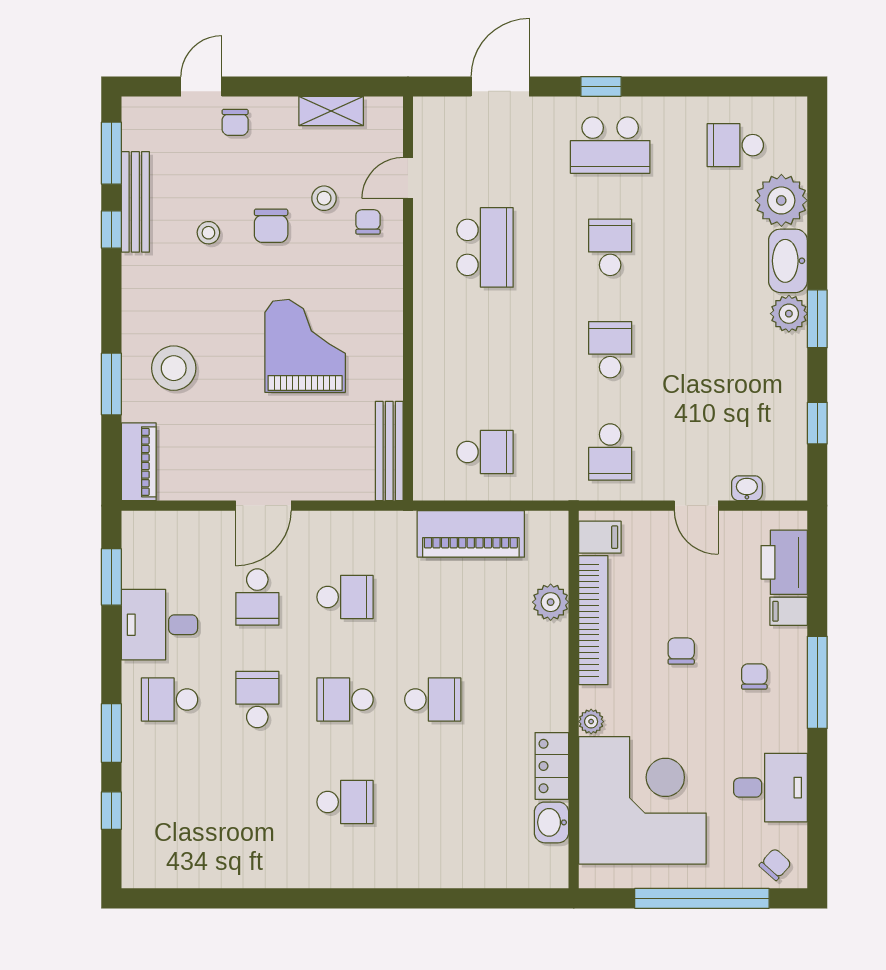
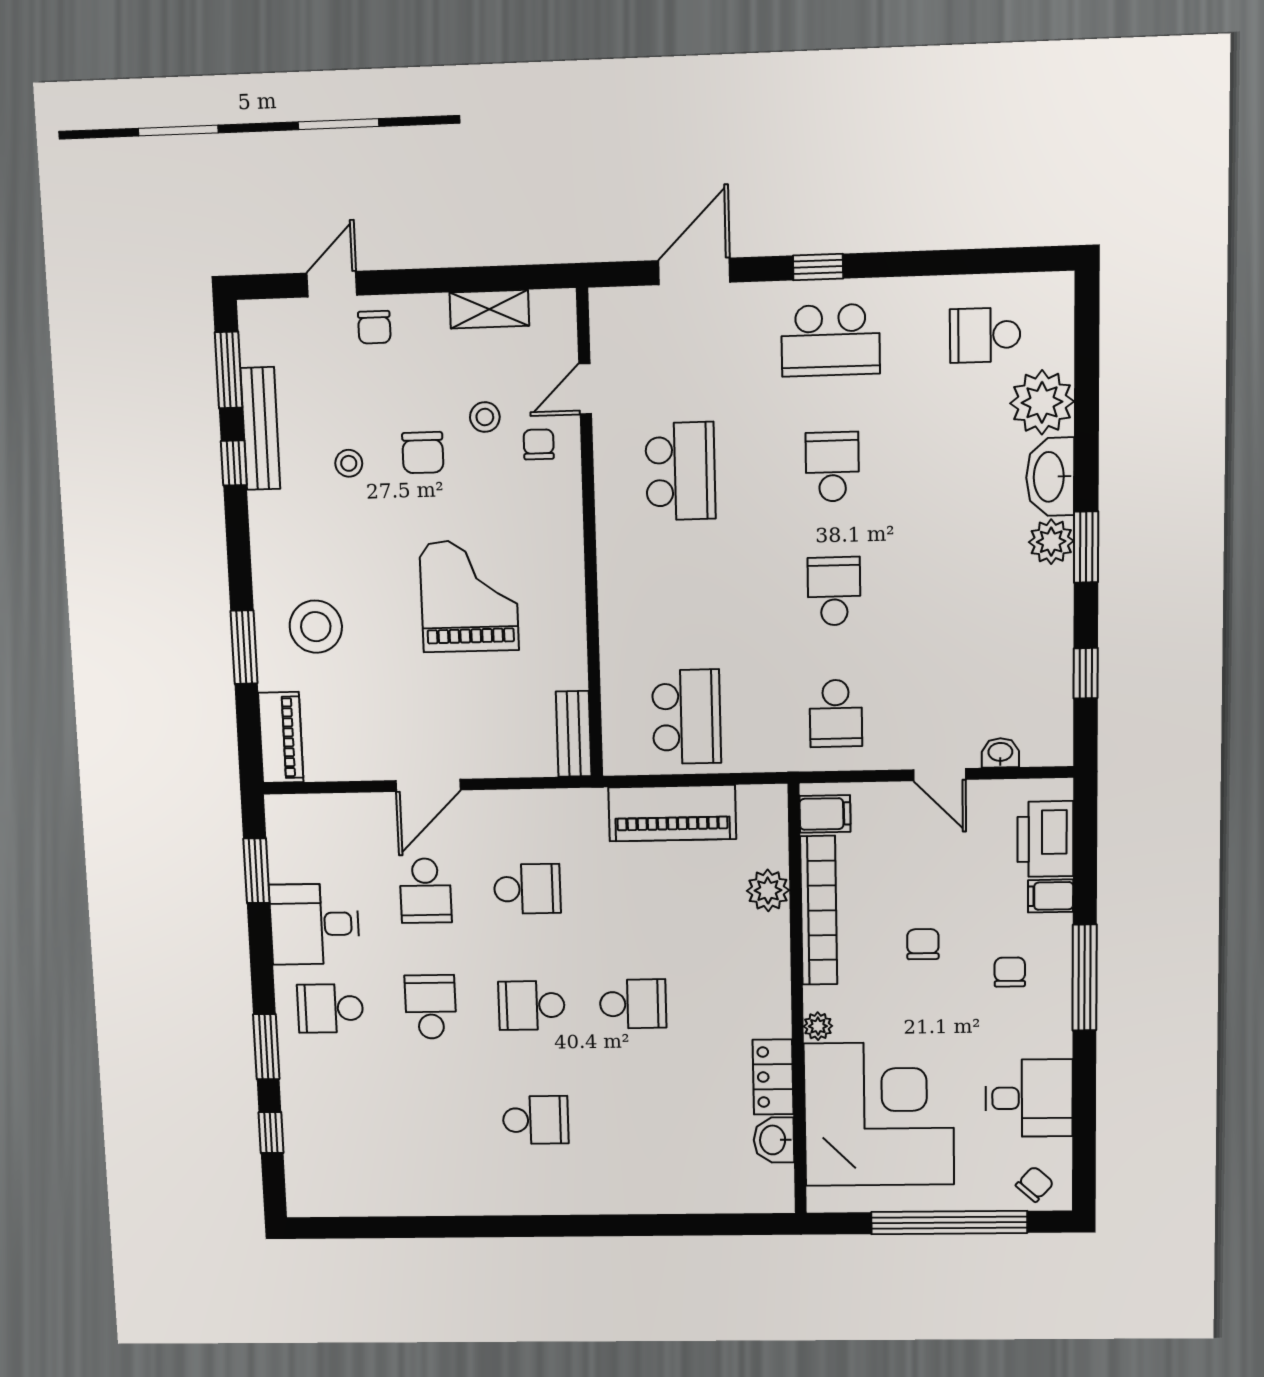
bench: (389, 451) -> (574, 734), width x0.73
school desk: (485, 452) -> (687, 717), width x1.85

